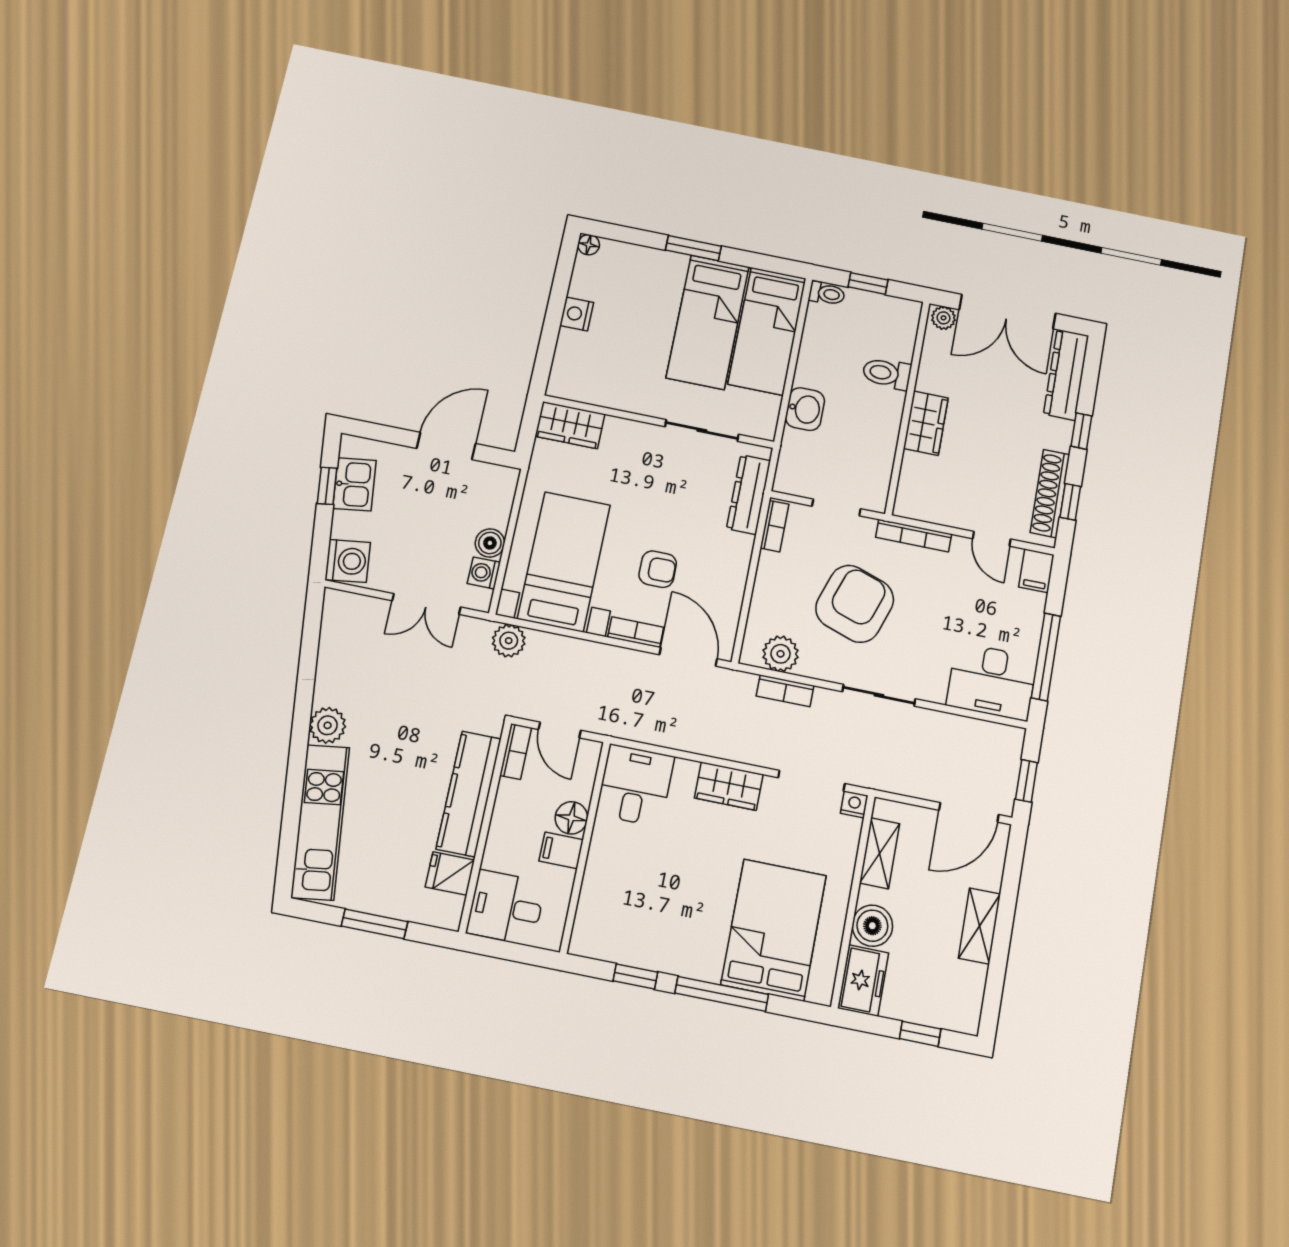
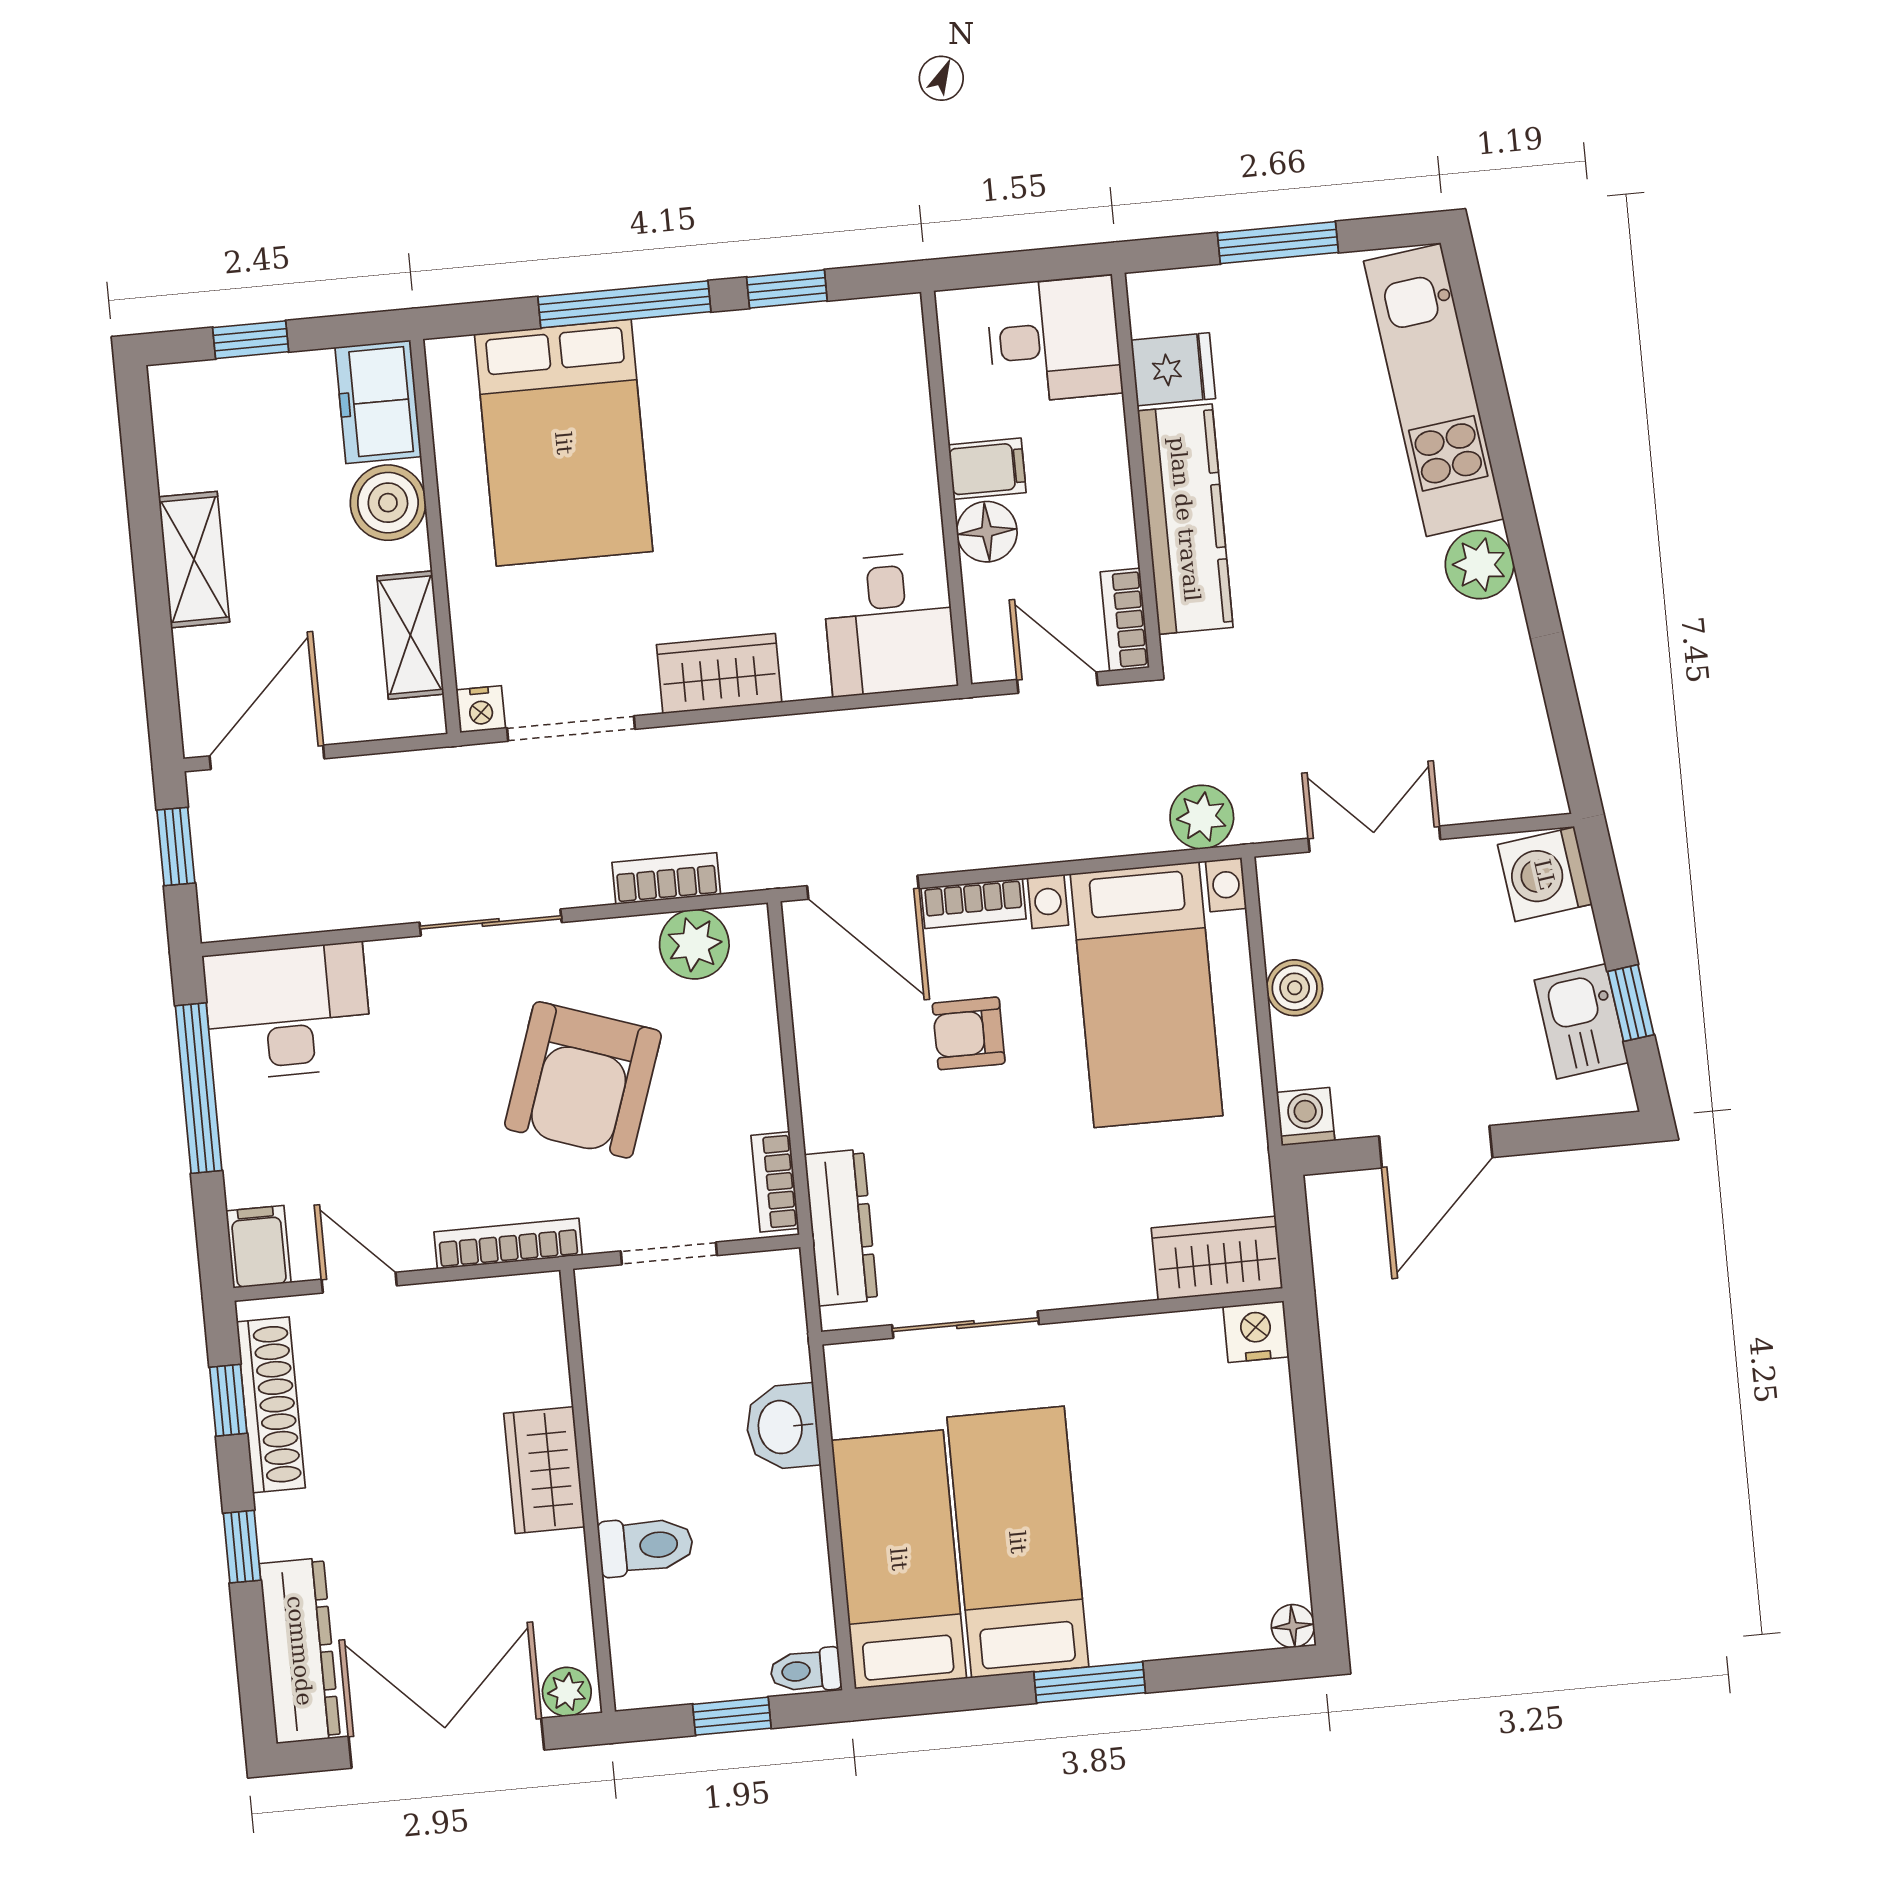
nightstand: (577, 314) -> (1256, 1332), moved, turned -90
washing machine: (484, 573) -> (1306, 1117), moved, turned -90

